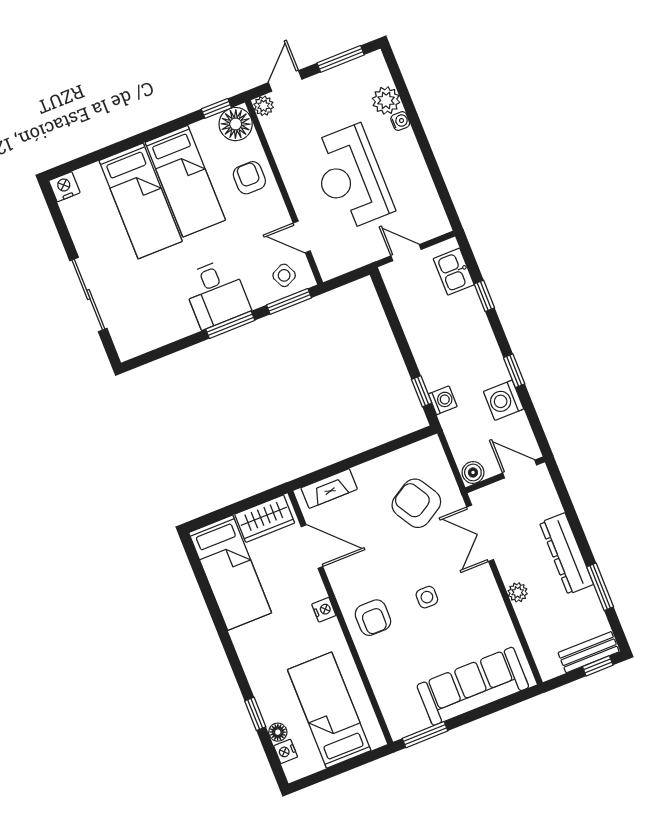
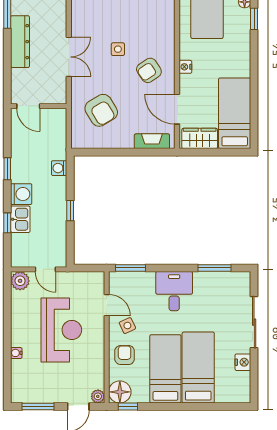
plant: (386, 100) -> (20, 281), moved
armchair: (249, 178) -> (125, 355), turned 180
nightstand: (64, 187) -> (243, 362), moved, turned -90
kitchen sink: (454, 272) -> (20, 219), moved
side table: (284, 275) -> (127, 326), moved
window: (230, 325) -> (215, 268), moved
window: (422, 391) -> (70, 211), moved
washing machine: (504, 400) -> (21, 194), moved
boiler: (473, 472) -> (58, 115), removed
double door: (480, 533) -> (69, 57), moved
plant: (518, 592) -> (60, 30), removed
armchair: (373, 618) -> (149, 70), moved, turned -124

